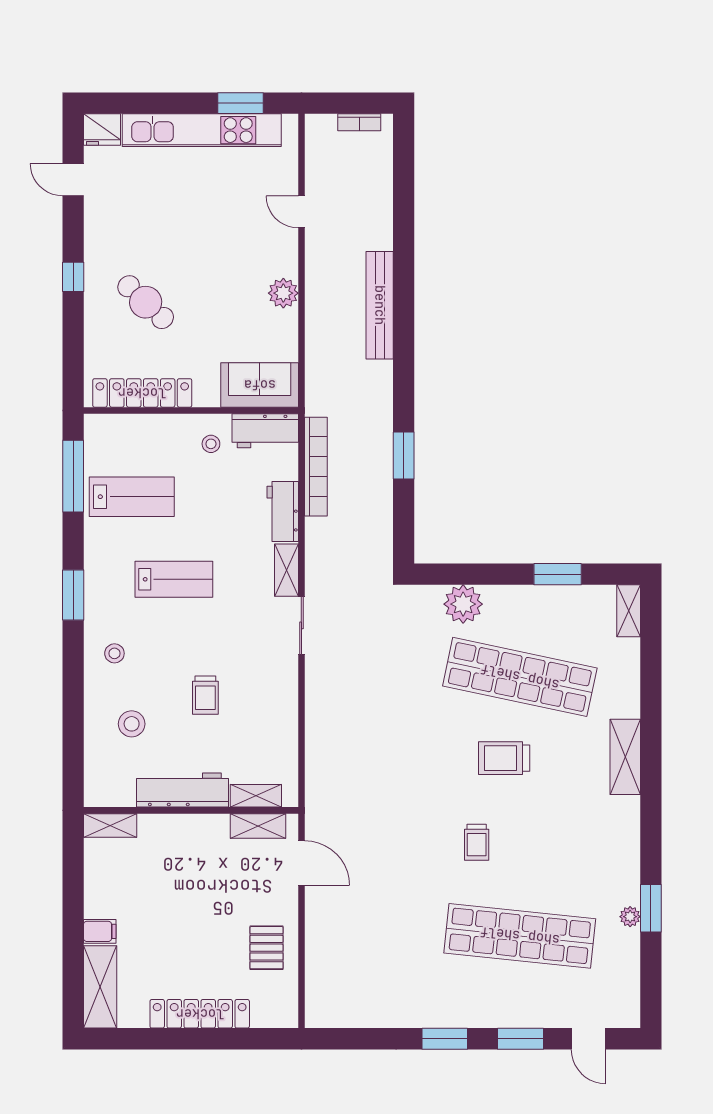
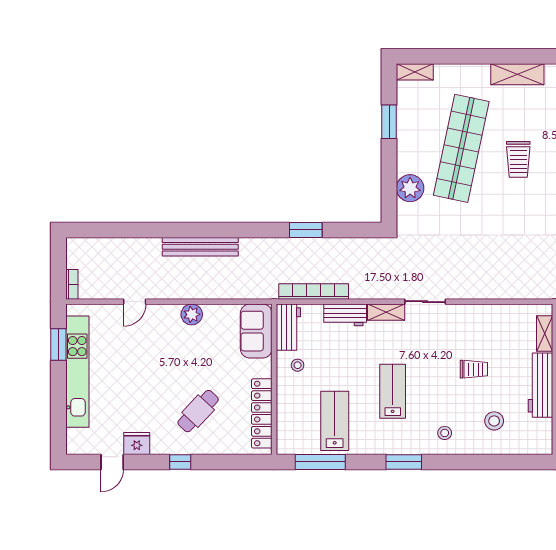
bookcase: (359, 122) -> (72, 284), moved
fridge: (102, 130) -> (137, 443), moved, turned -90

